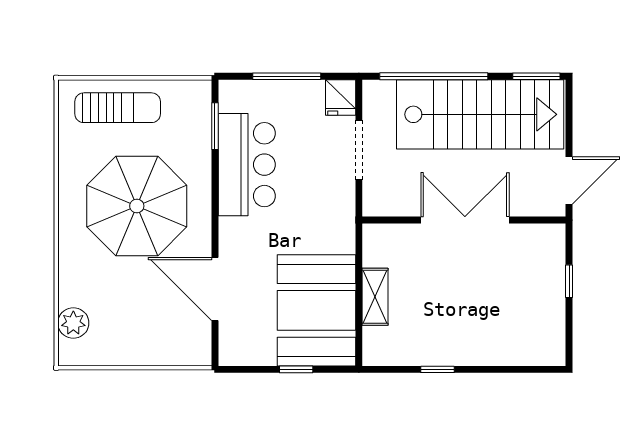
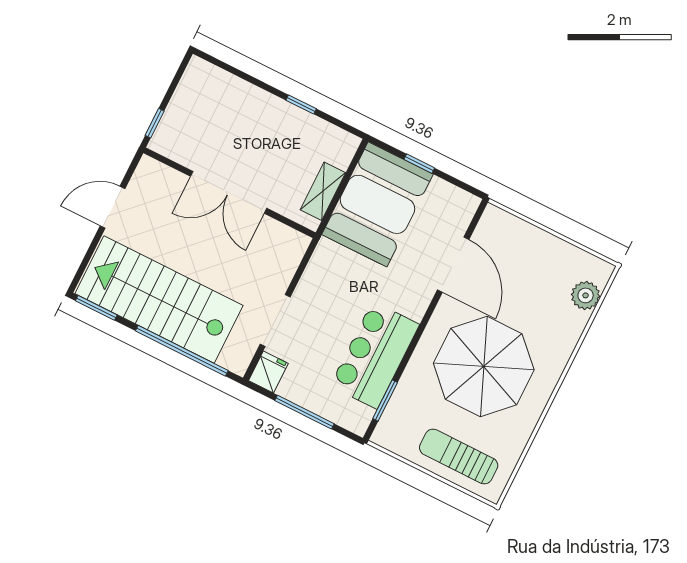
wall: (464, 220) -> (229, 193), moved
double door: (465, 220) -> (229, 192), moved

